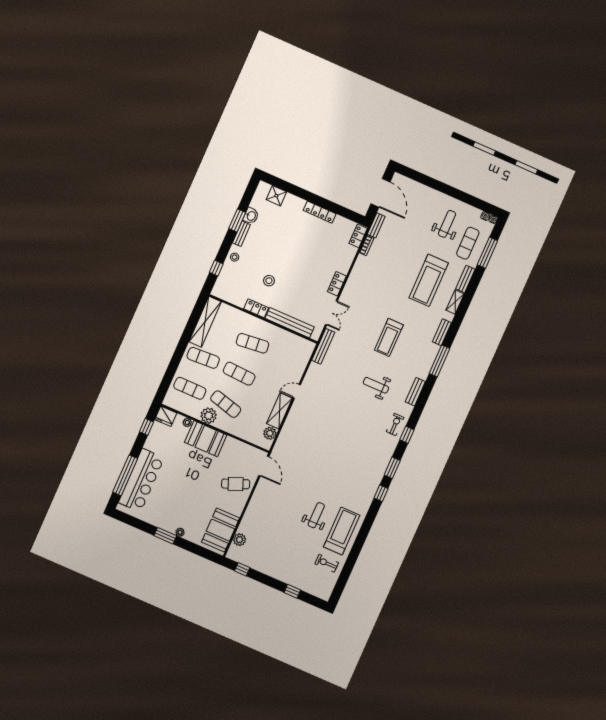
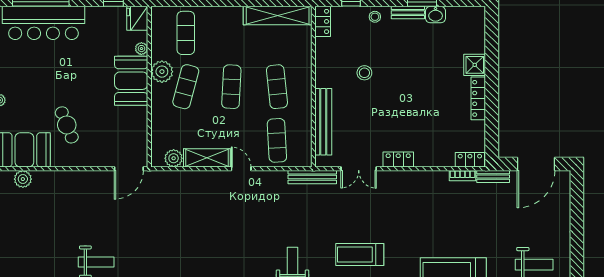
shower: (276, 196) -> (475, 65), moved
locker: (256, 308) -> (323, 21), moved
exercise mat: (203, 358) -> (277, 140), moved
cafe table: (236, 484) -> (67, 125), moved

